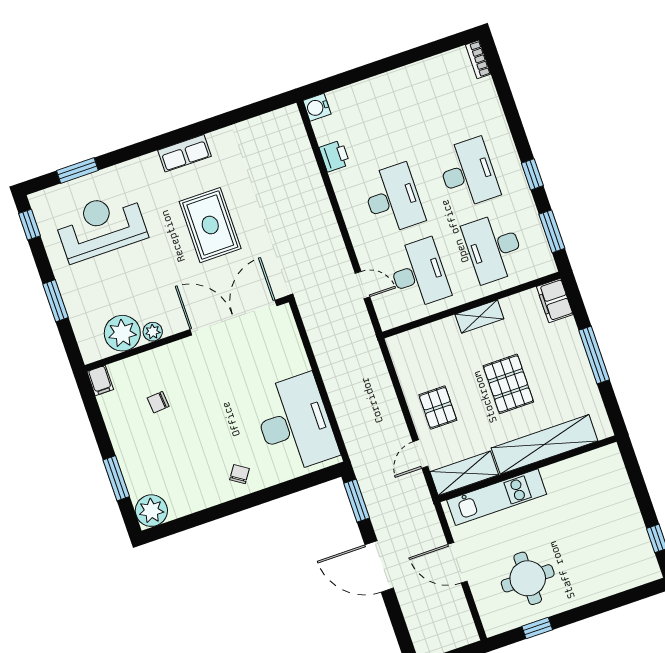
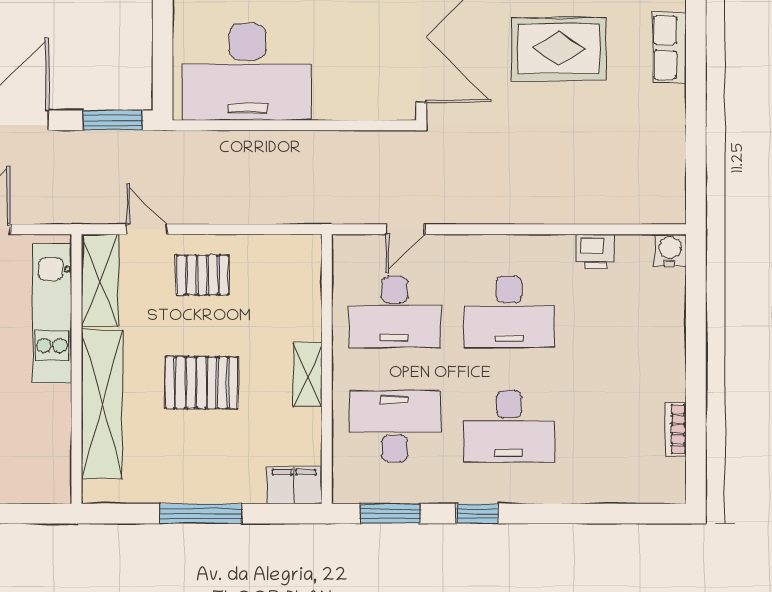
bookcase: (478, 59) -> (676, 429), moved, turned -90

